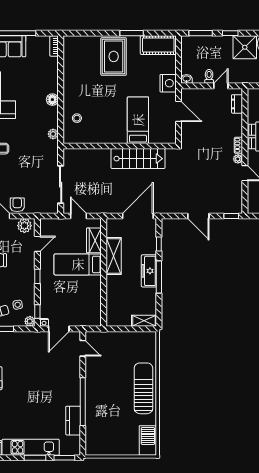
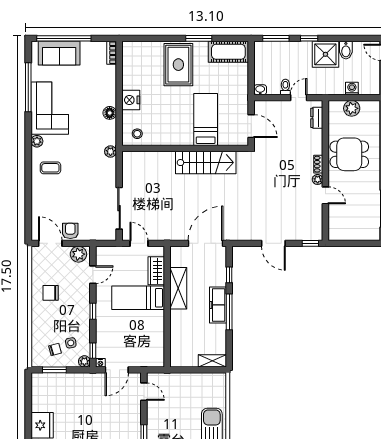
nightstand: (168, 83) -> (131, 100), moved, turned 180
bed: (138, 120) -> (206, 119), moved
wall: (120, 146) -> (185, 148), moved
stairs: (138, 159) -> (206, 163), moved

